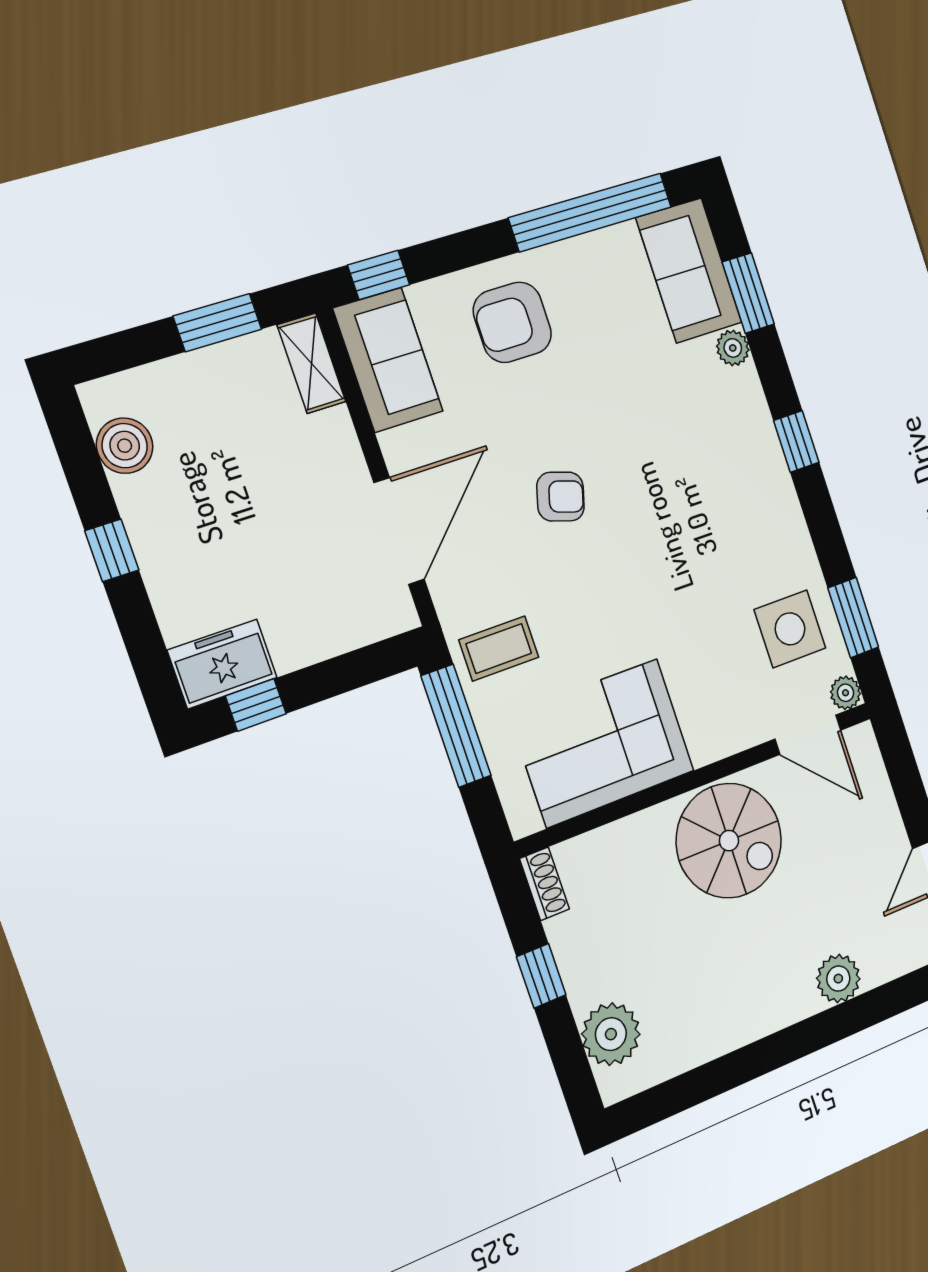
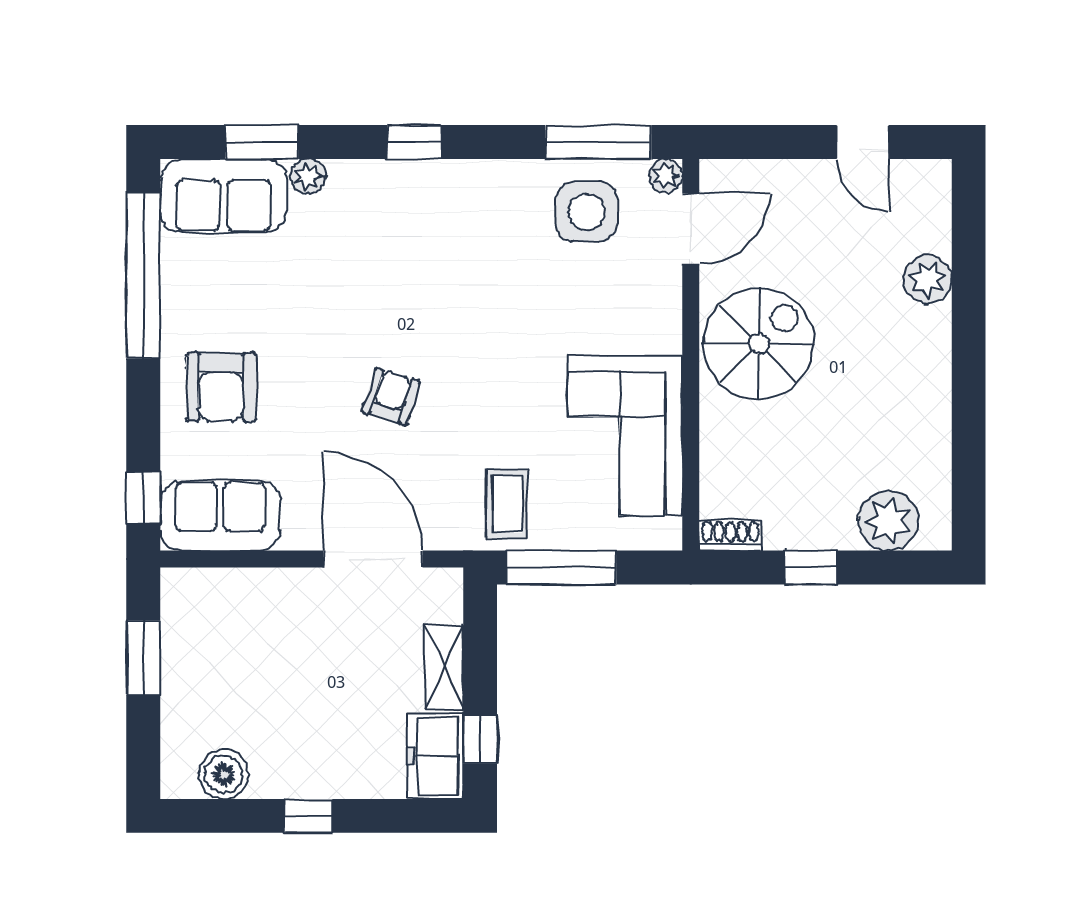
shelving: (312, 363) -> (444, 667), moved, turned 90
window: (853, 618) -> (598, 142), width x1.44

